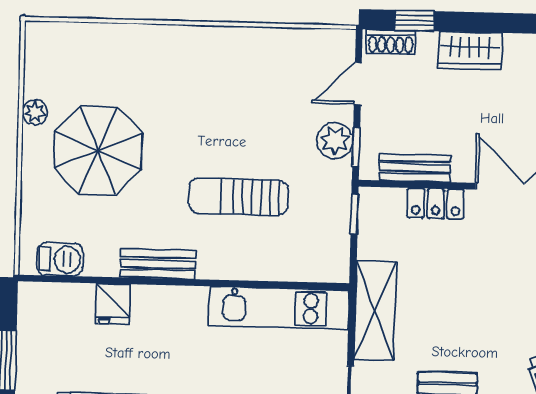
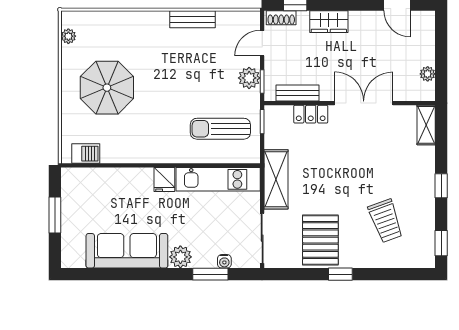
plant: (35, 112) -> (68, 36), moved
sun lounger: (239, 197) -> (220, 129), moved
bench: (158, 264) -> (192, 19), moved
fridge: (113, 304) -> (164, 180), moved

